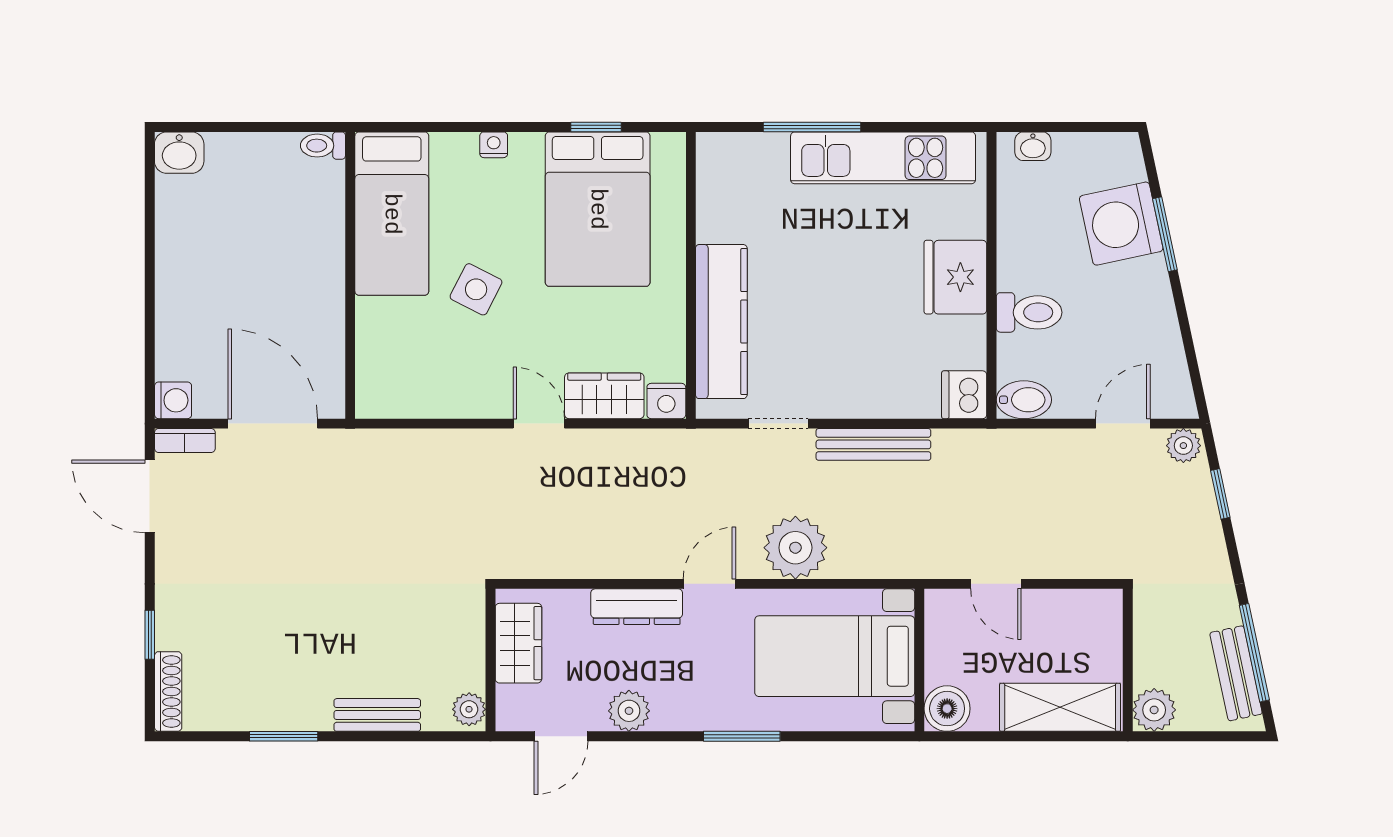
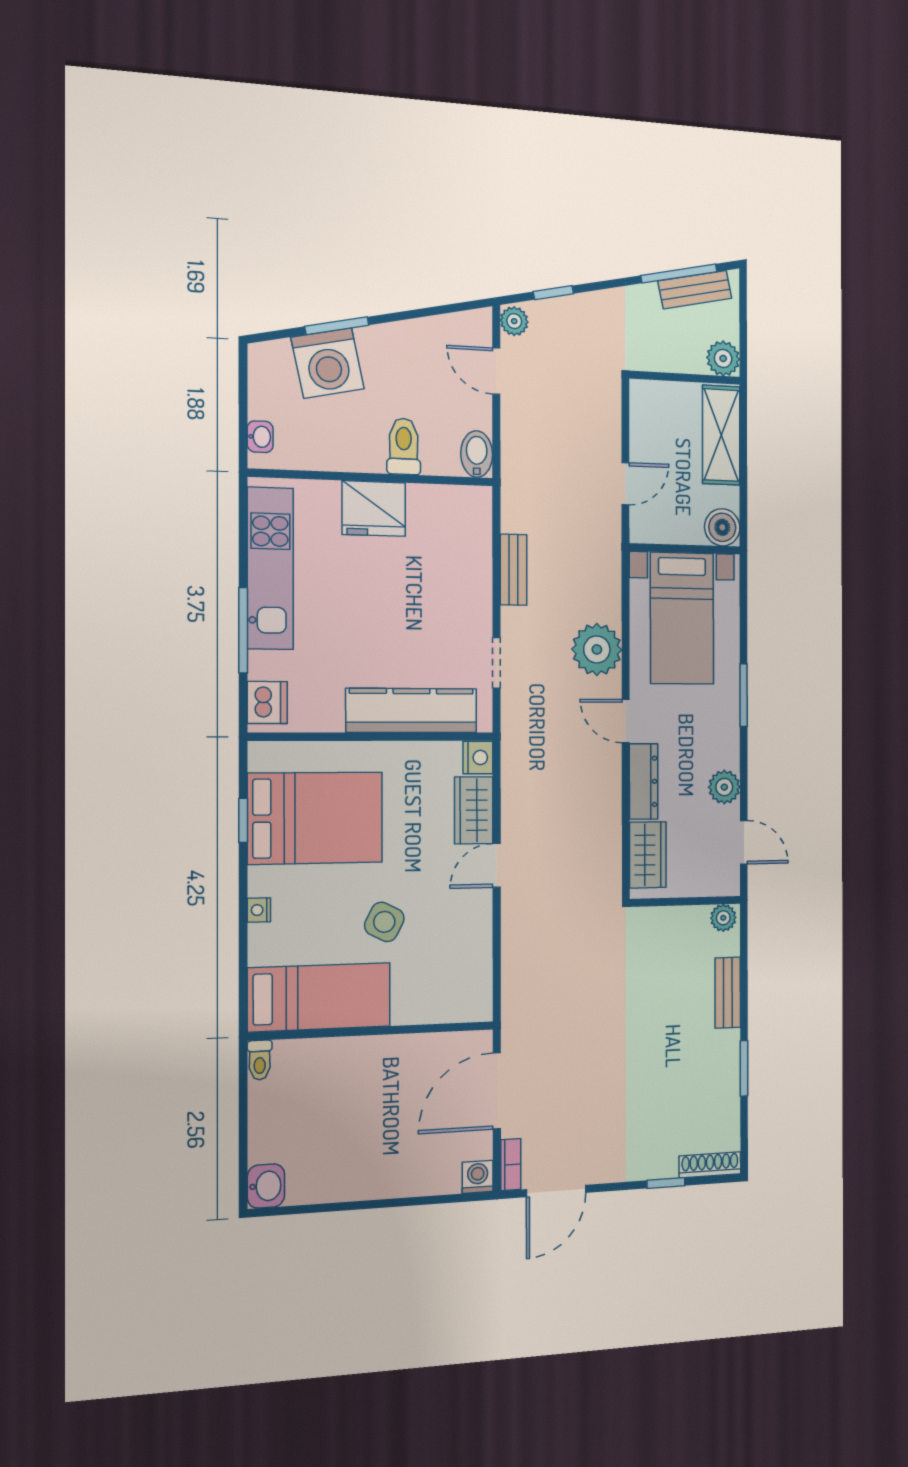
dishwasher: (964, 395) -> (267, 702), moved, turned -90
bench: (873, 444) -> (514, 570), width x0.73
wardrobe: (518, 643) -> (648, 855), moved, turned 90

